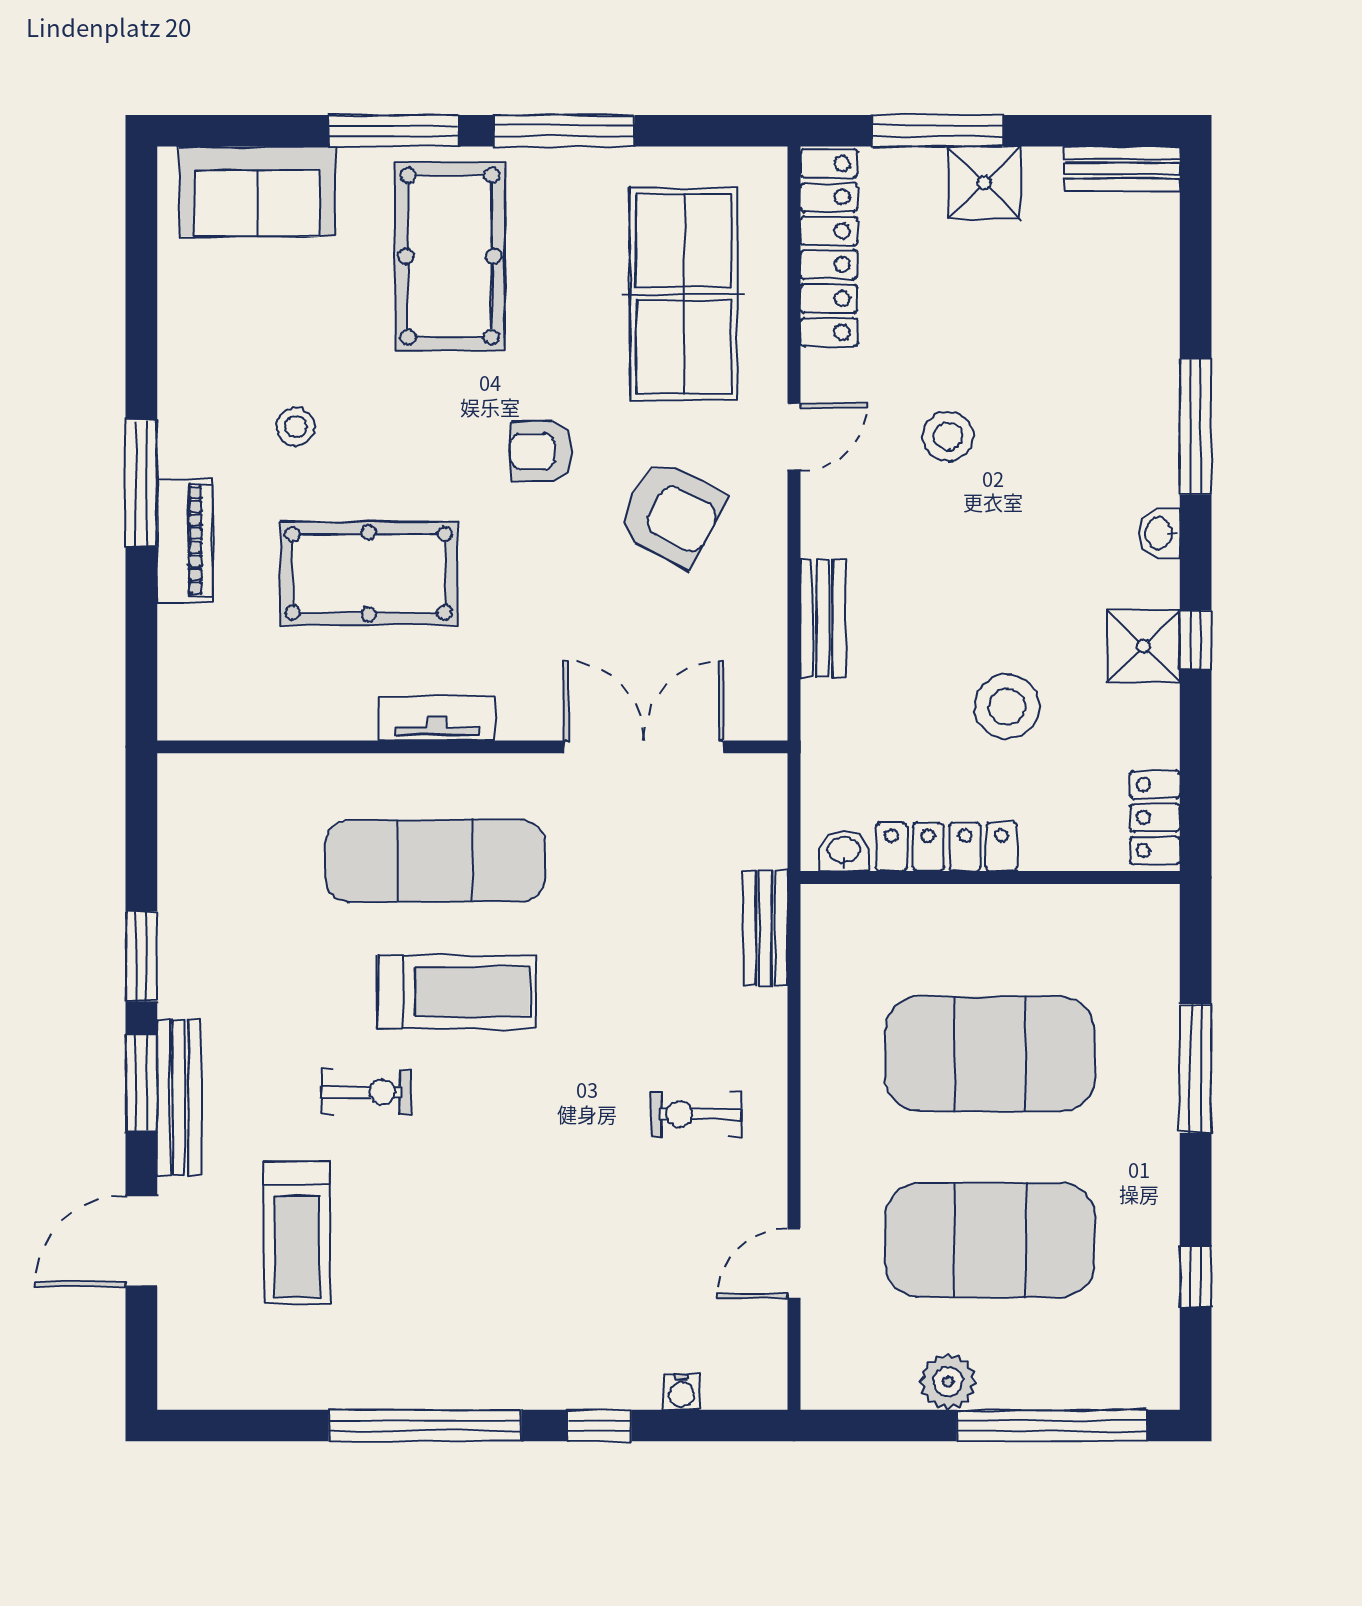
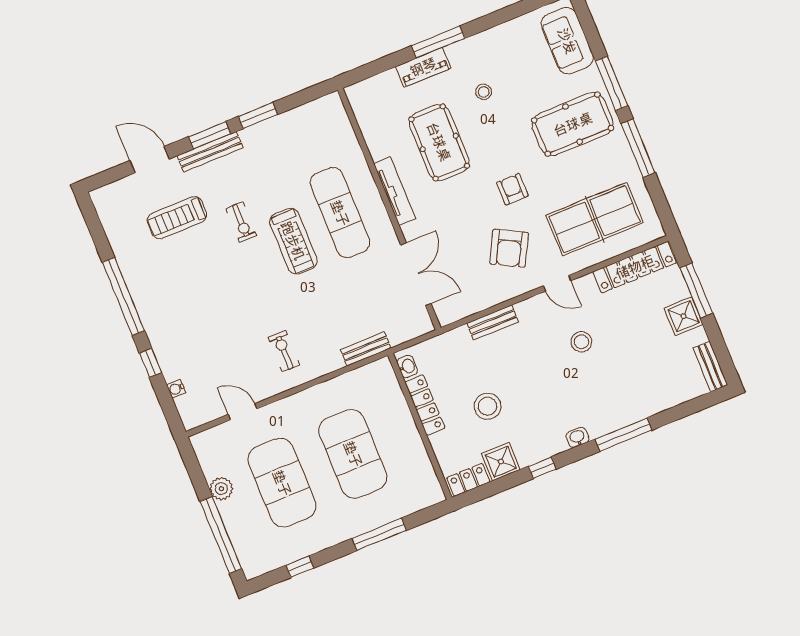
shower: (1144, 646) -> (501, 462), moved
tv unit: (437, 718) -> (395, 191), width x1.41

